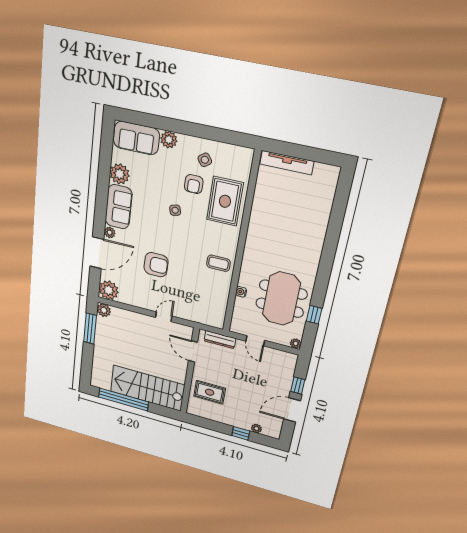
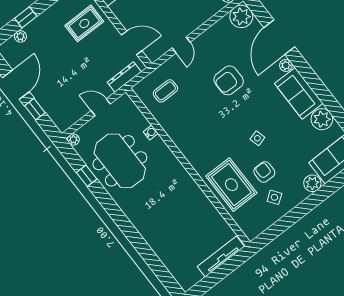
coffee table: (218, 263) -> (165, 91), moved

